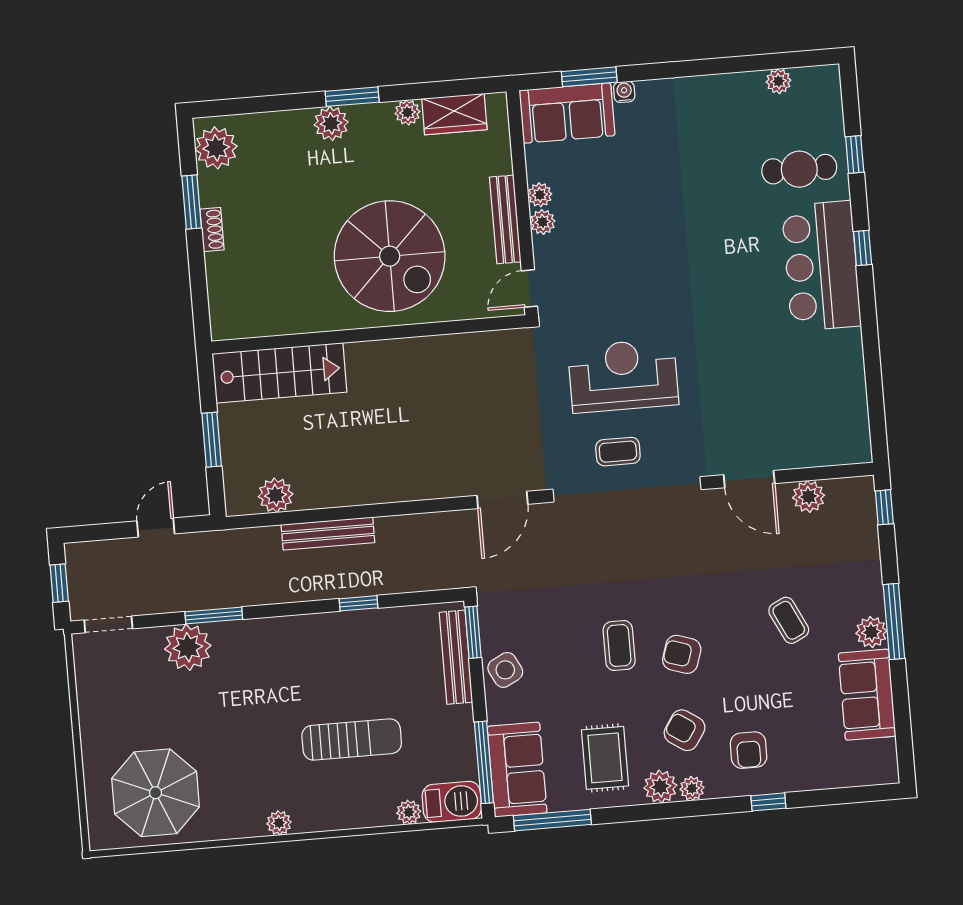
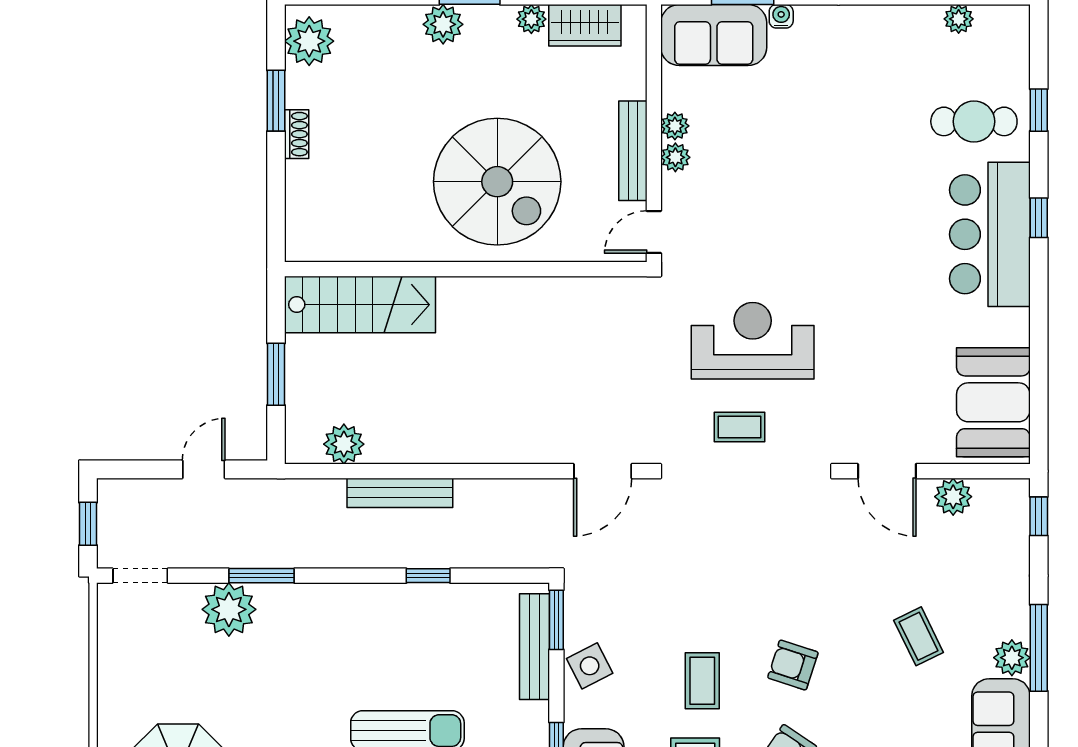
booth: (837, 412) -> (993, 402), added
coffee table: (619, 646) -> (702, 681), moved

